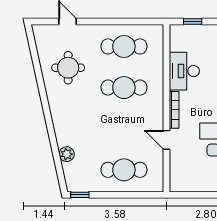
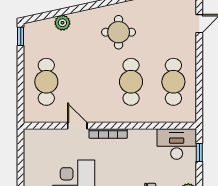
round table: (68, 68) -> (119, 32), moved
desk: (184, 71) -> (177, 144), moved
door: (167, 140) -> (77, 126), hinge flipped

